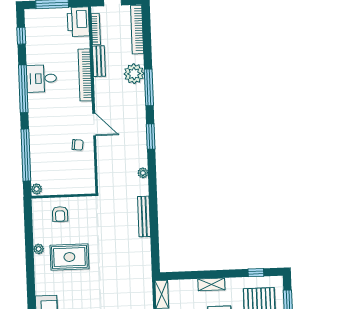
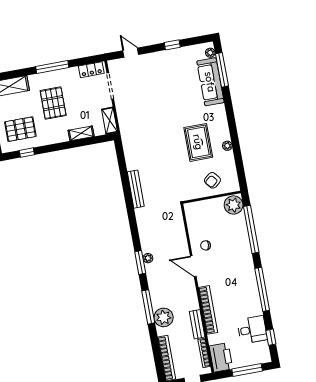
desk: (42, 78) -> (252, 330), moved
plant: (143, 173) -> (148, 258), moved
plant: (37, 189) -> (234, 205), width x1.87, depth x1.87
armchair: (60, 214) -> (212, 180), turned -129
rug: (69, 257) -> (198, 142), turned 90
shelving: (211, 284) -> (81, 133), moved

